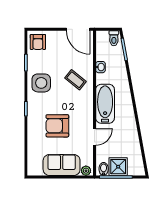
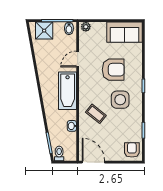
side table: (41, 83) -> (120, 100), moved
sofa: (62, 165) -> (124, 32), moved
shower: (118, 167) -> (44, 31), moved

